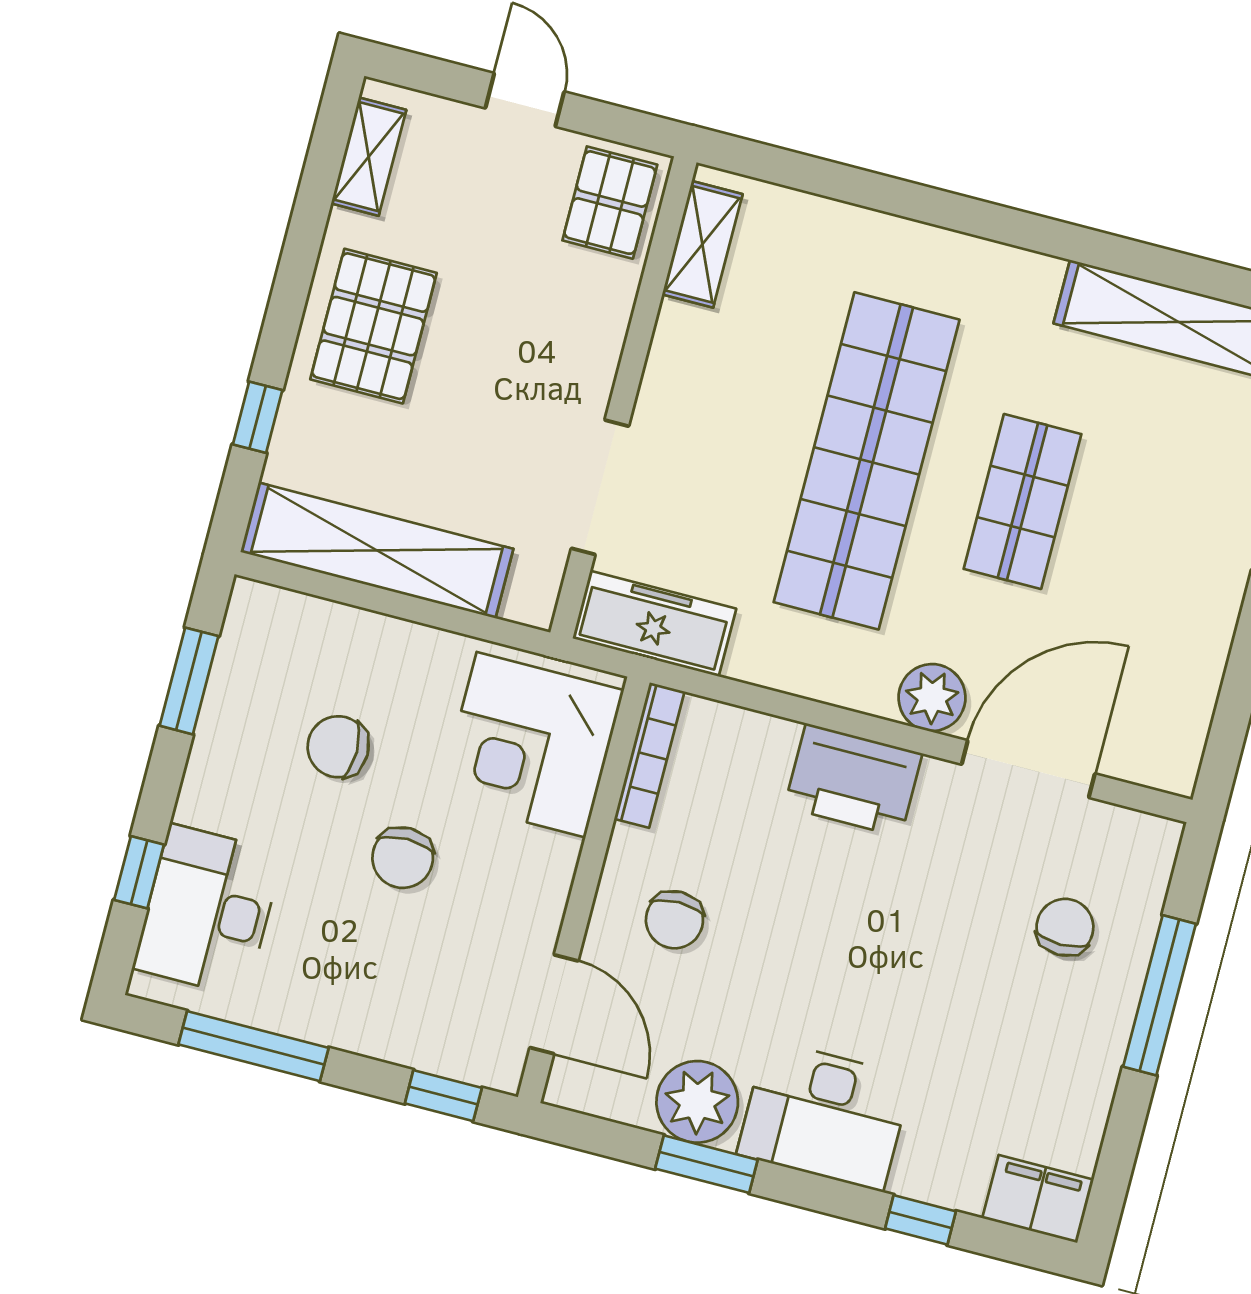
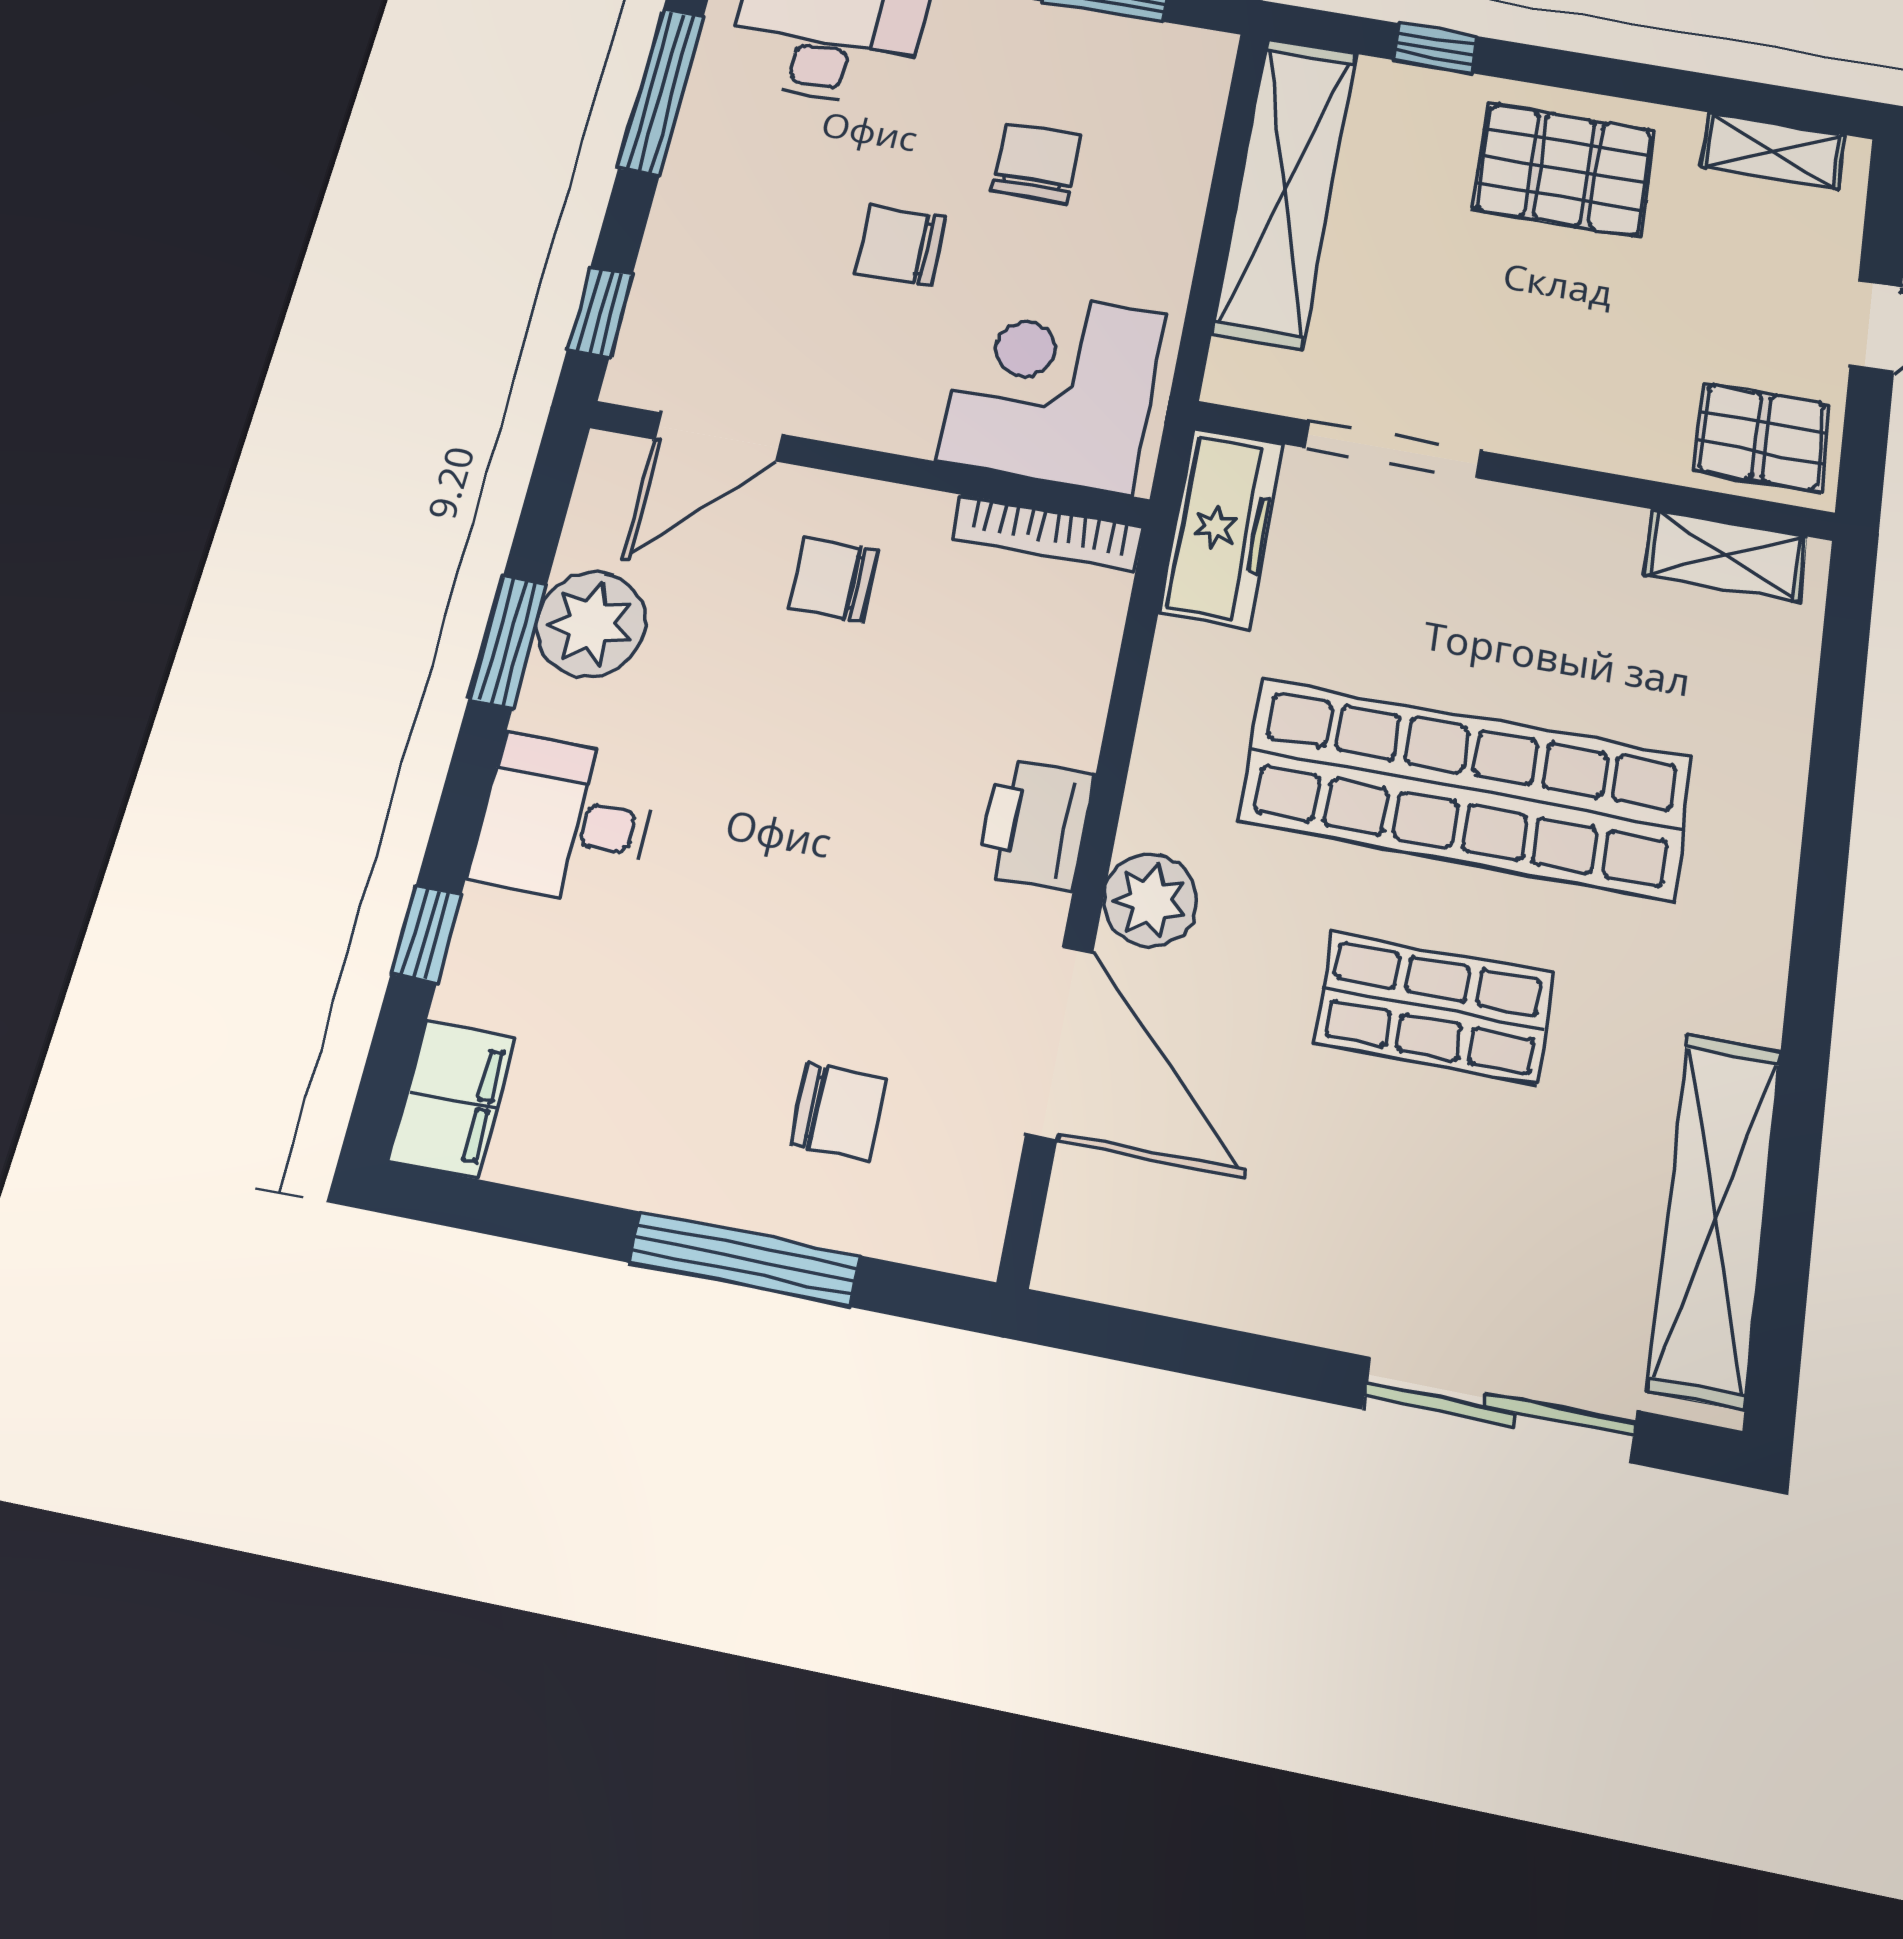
printer: (853, 780) -> (1036, 824), width x0.73, depth x0.84
desk: (825, 1115) -> (565, 820), width x0.73

